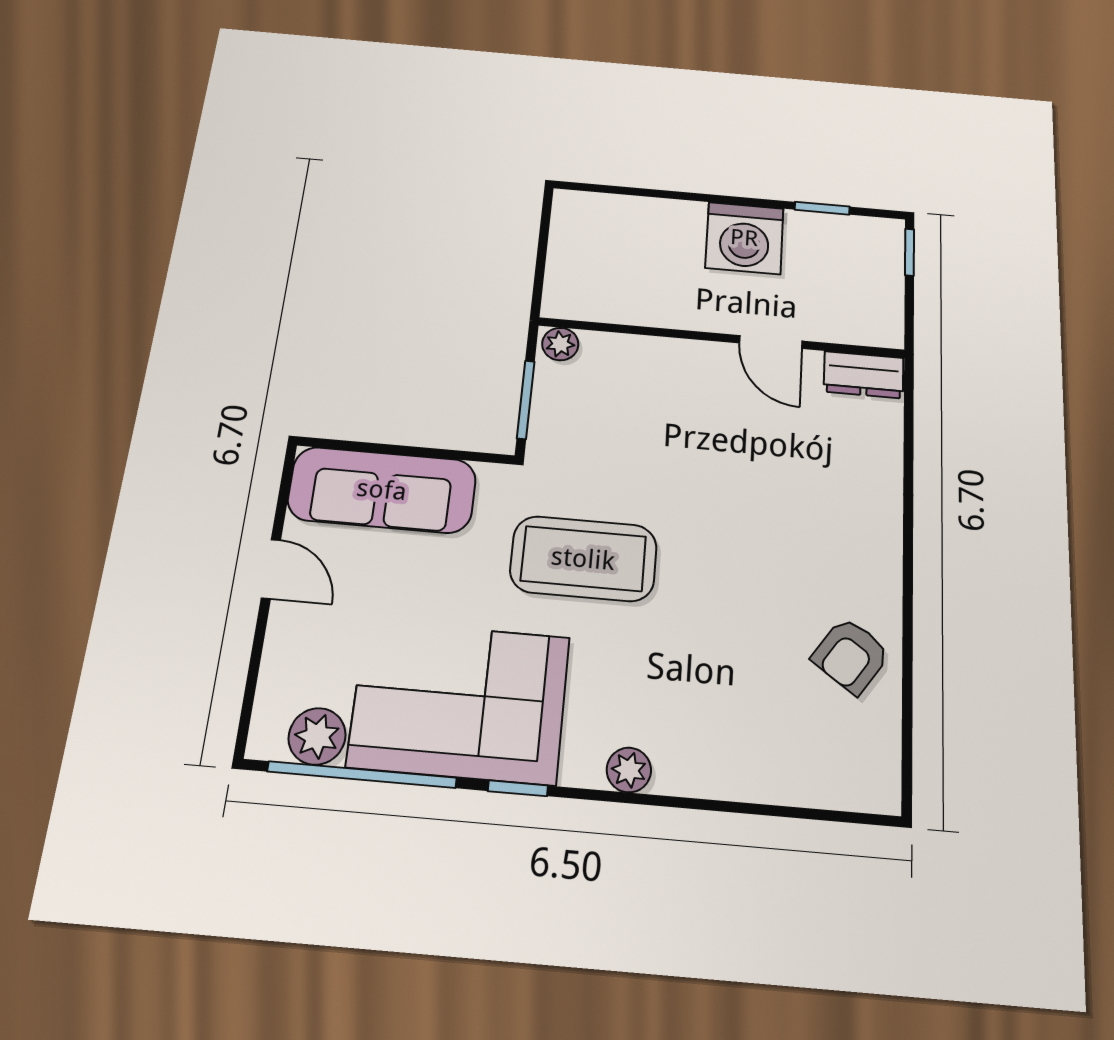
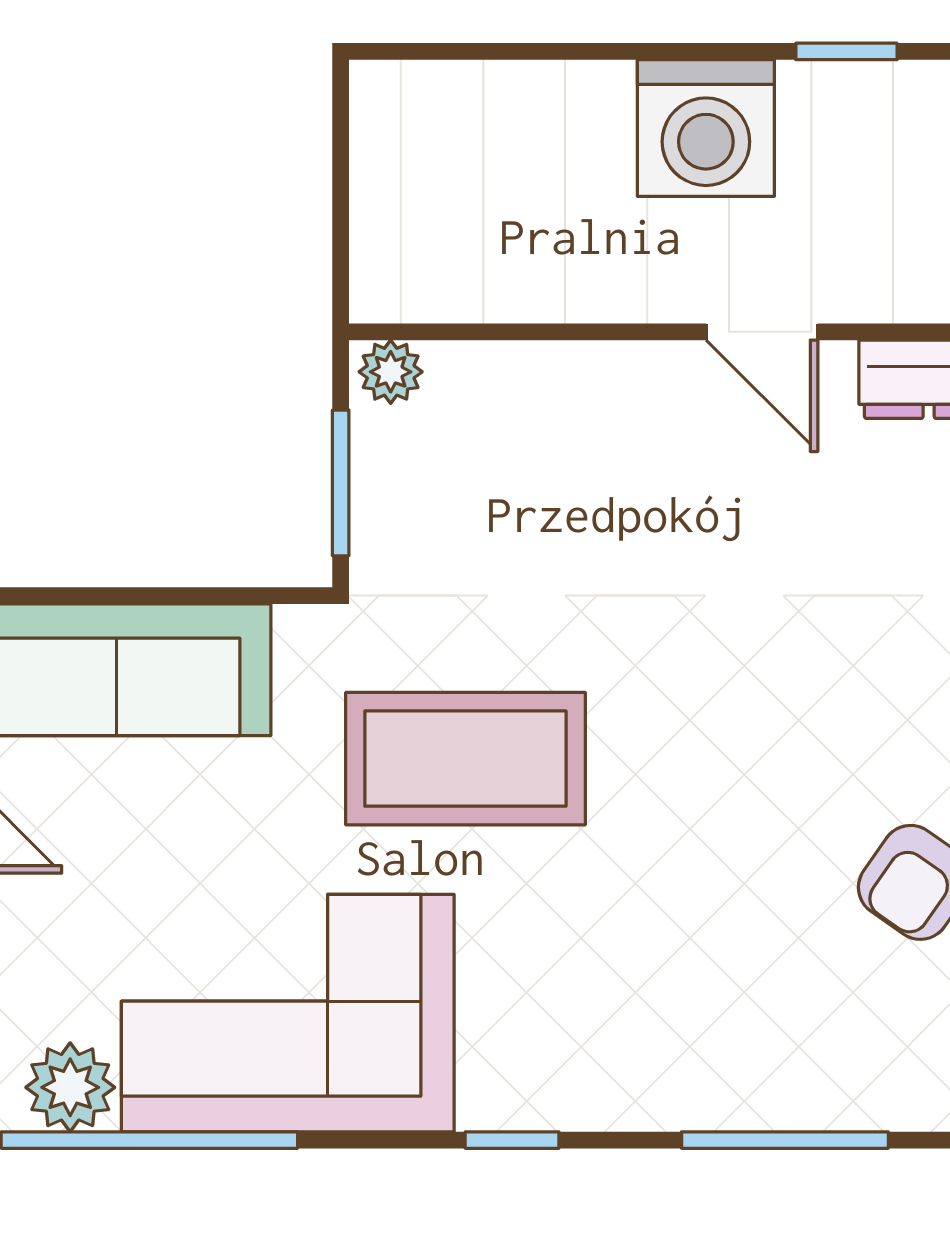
plant: (629, 770) -> (567, 1097), removed
window: (518, 788) -> (512, 1140), moved
window: (765, 810) -> (785, 1140), added

